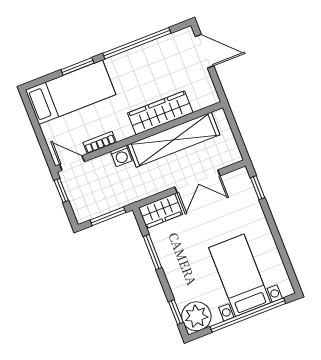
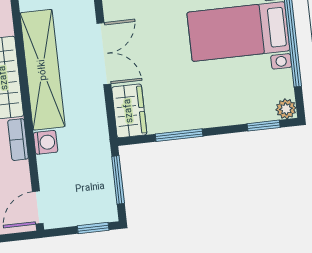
bookcase: (100, 142) -> (18, 140), moved
window: (61, 190) -> (93, 228), moved
plant: (196, 316) -> (286, 109), width x0.53, depth x0.53

